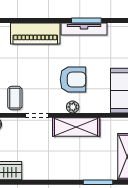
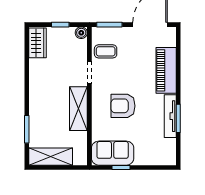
armchair: (73, 80) -> (123, 106), turned 90
plant: (73, 107) -> (97, 106), removed

